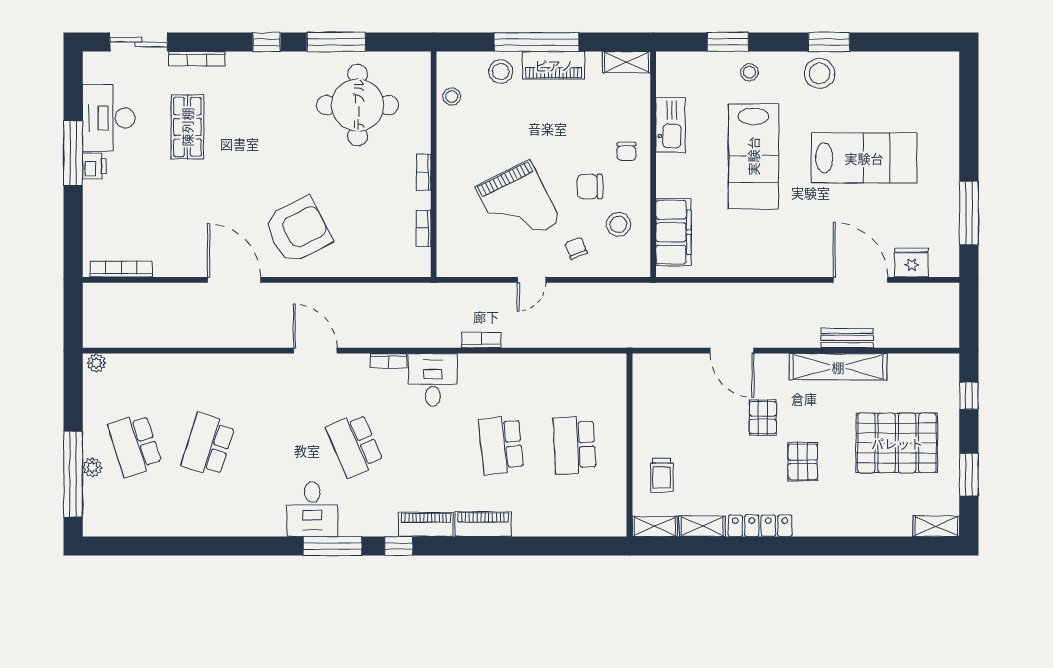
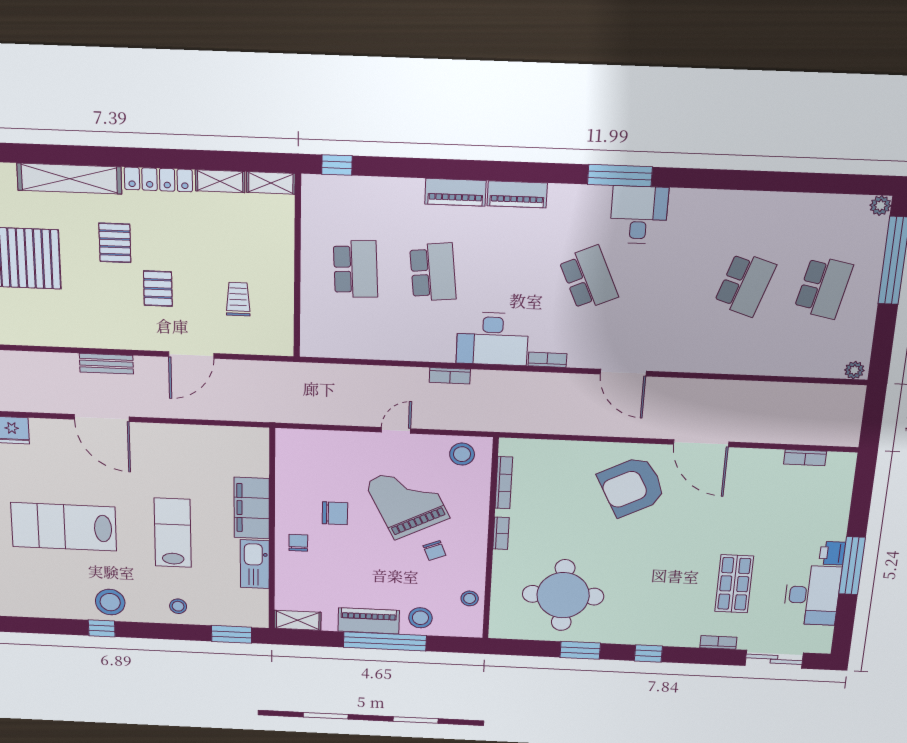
window: (336, 42) -> (580, 650), width x0.69
window: (728, 42) -> (232, 634), moved
window: (829, 42) -> (102, 628), width x0.67
bookcase: (197, 59) -> (718, 642), width x0.64
lab bench: (753, 156) -> (173, 533), width x0.73, depth x0.72
stool: (618, 224) -> (462, 454), moved
bookcase: (424, 228) -> (504, 483), width x1.56
filing cabinet: (673, 232) -> (252, 508), moved
chair: (576, 248) -> (434, 550), moved
bookcase: (121, 269) -> (805, 458), width x0.64
door: (860, 280) -> (102, 418), moved
bench: (847, 338) -> (106, 364), moved
door: (732, 351) -> (191, 355), swing flipped
shelving: (838, 367) -> (69, 179), moved
desk: (433, 380) -> (492, 339), width x1.37
school desk: (135, 445) -> (824, 287), turned 30
plant: (92, 467) -> (880, 205), moved
trolley: (662, 475) -> (238, 299), moved
window: (399, 546) -> (337, 165), moved

